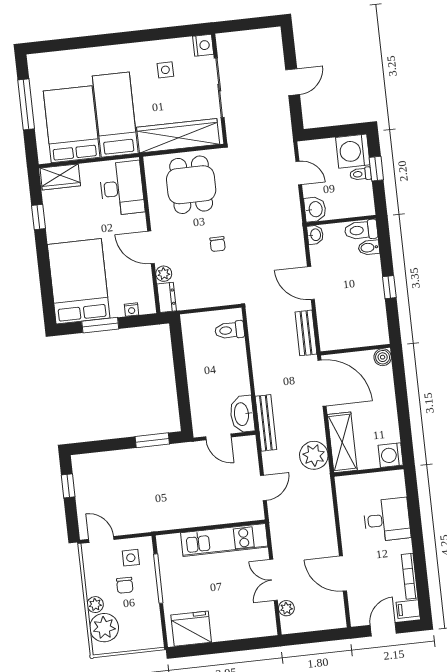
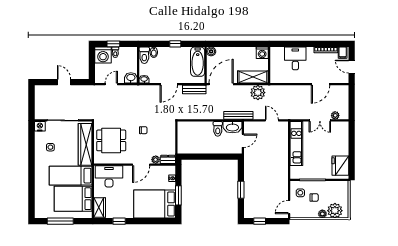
toilet: (230, 330) -> (218, 129), moved
bathtub: (360, 334) -> (198, 62), added
window: (152, 440) -> (241, 190), moved

